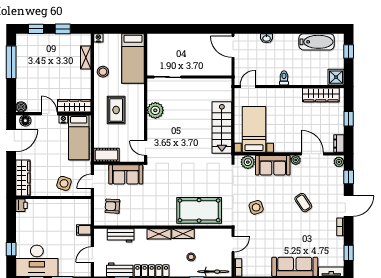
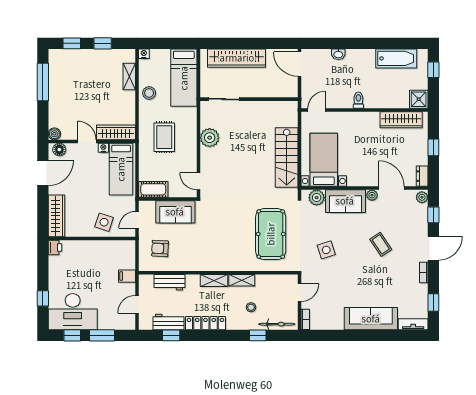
wardrobe: (179, 42) -> (237, 58), added
pool table: (199, 210) -> (271, 234), moved, turned 90

